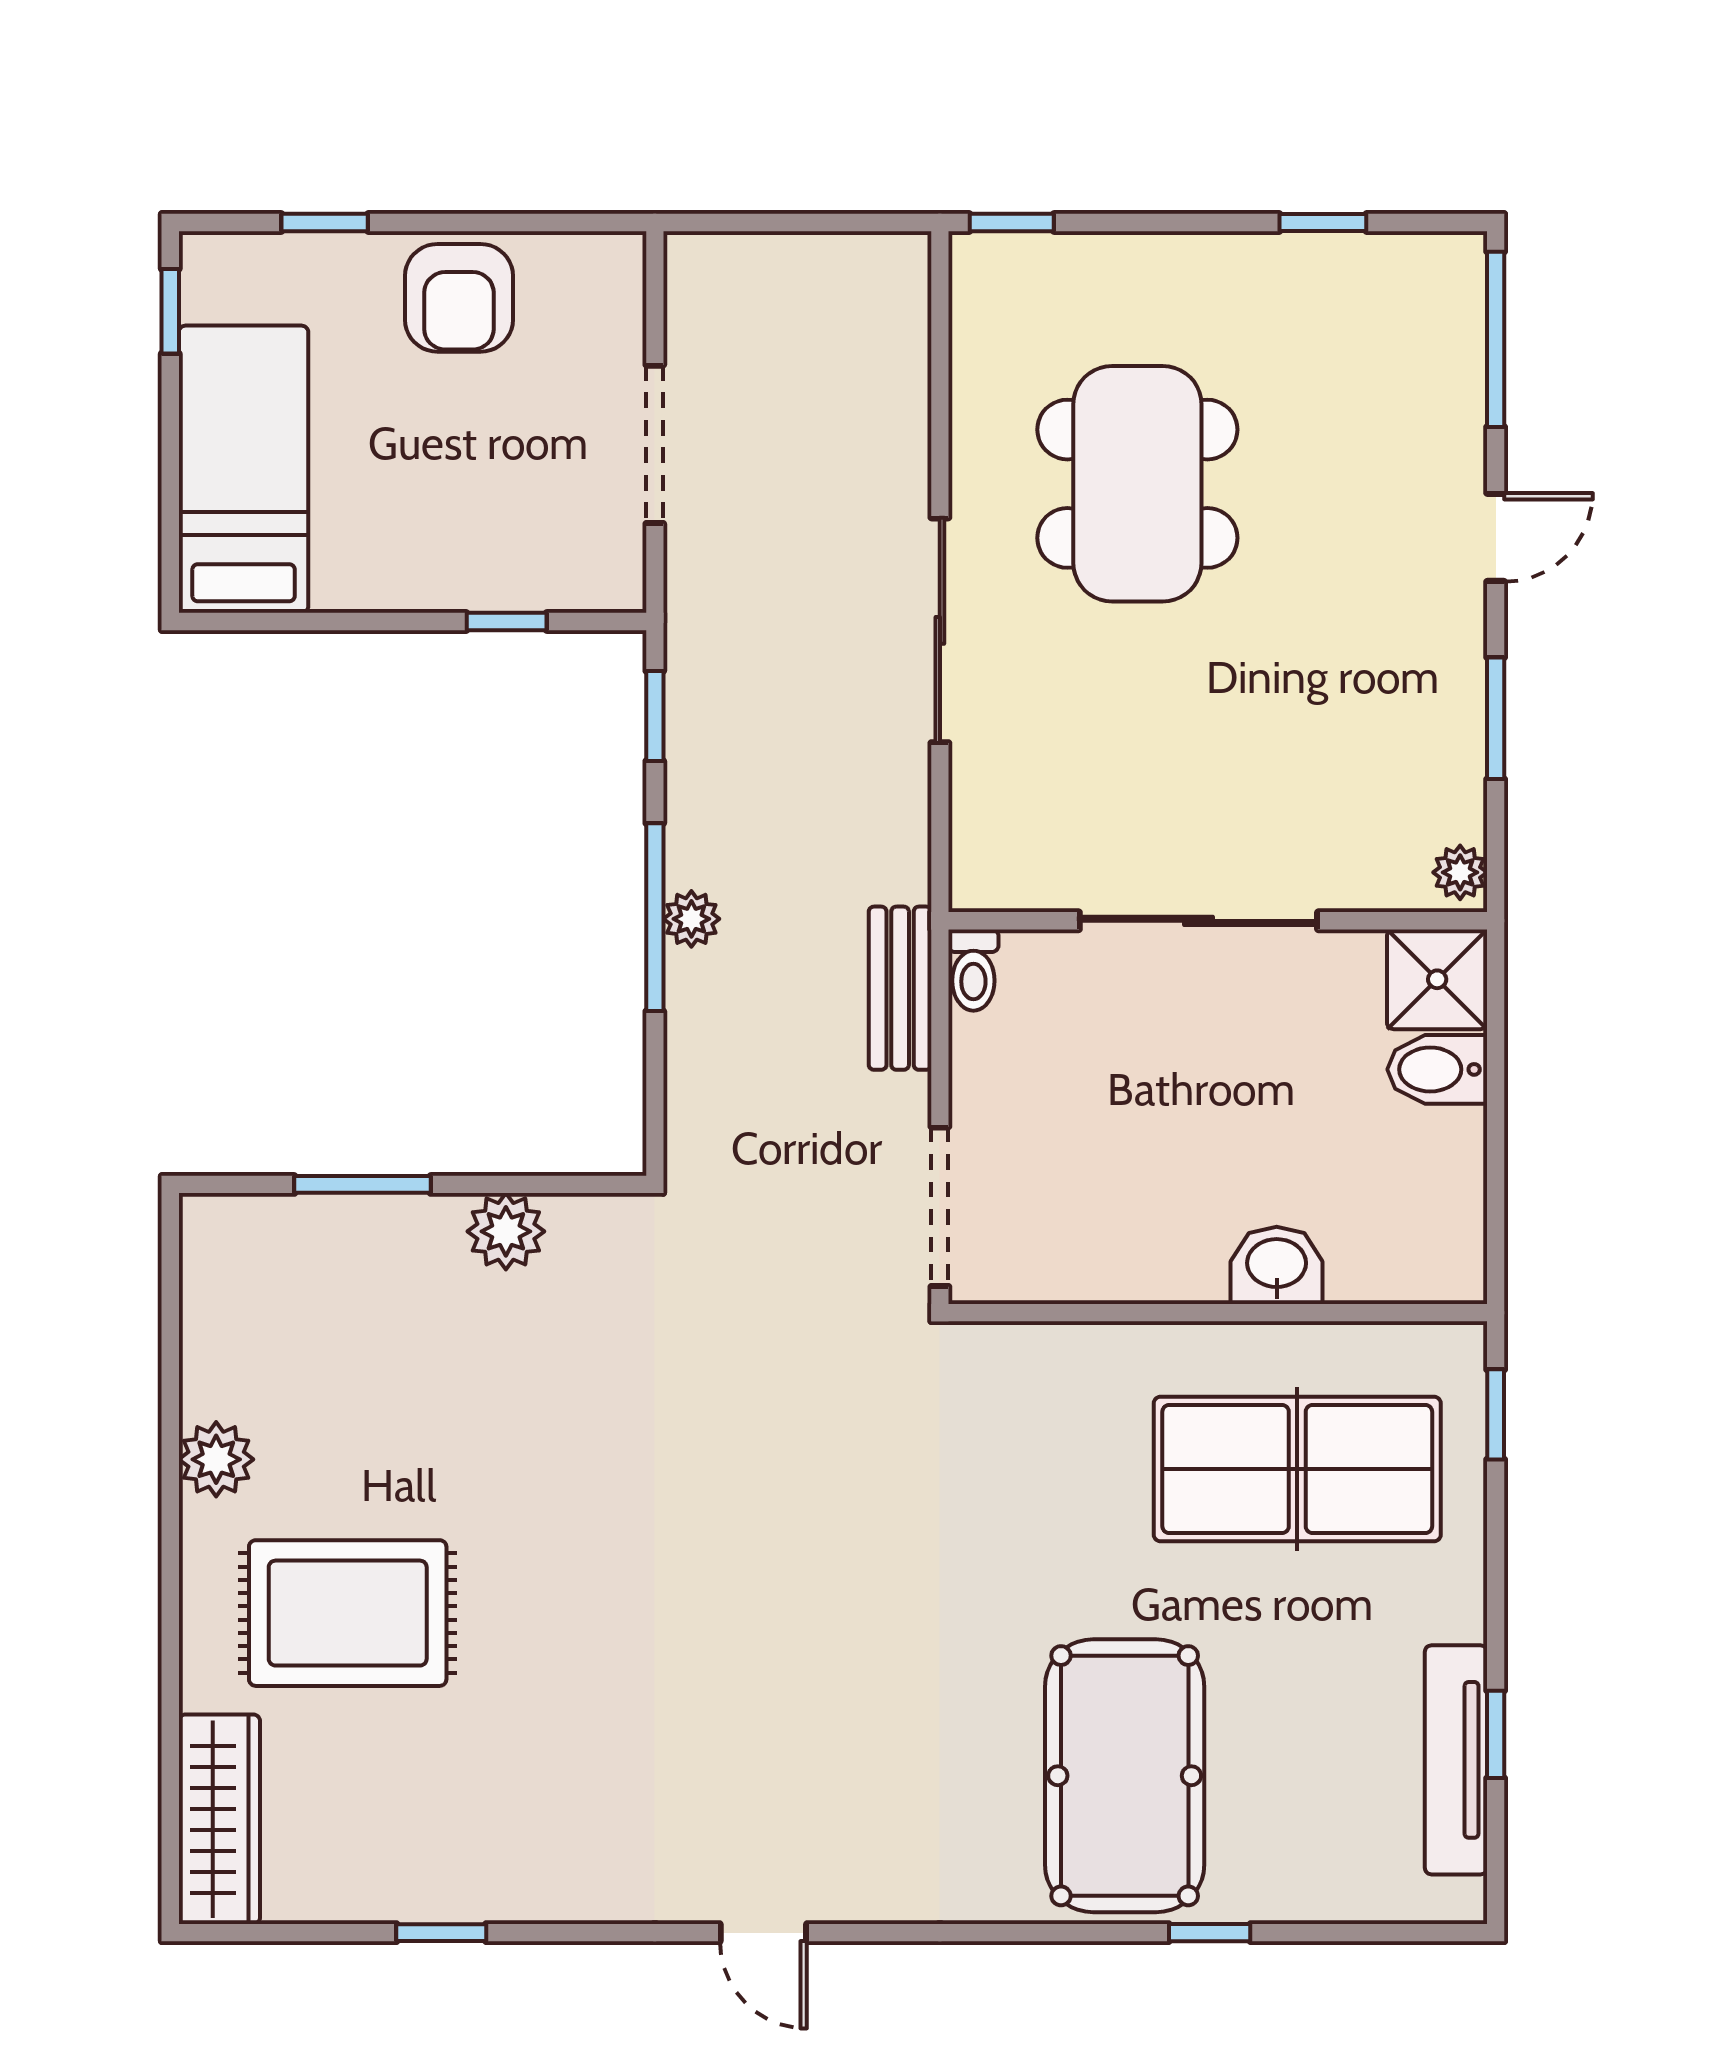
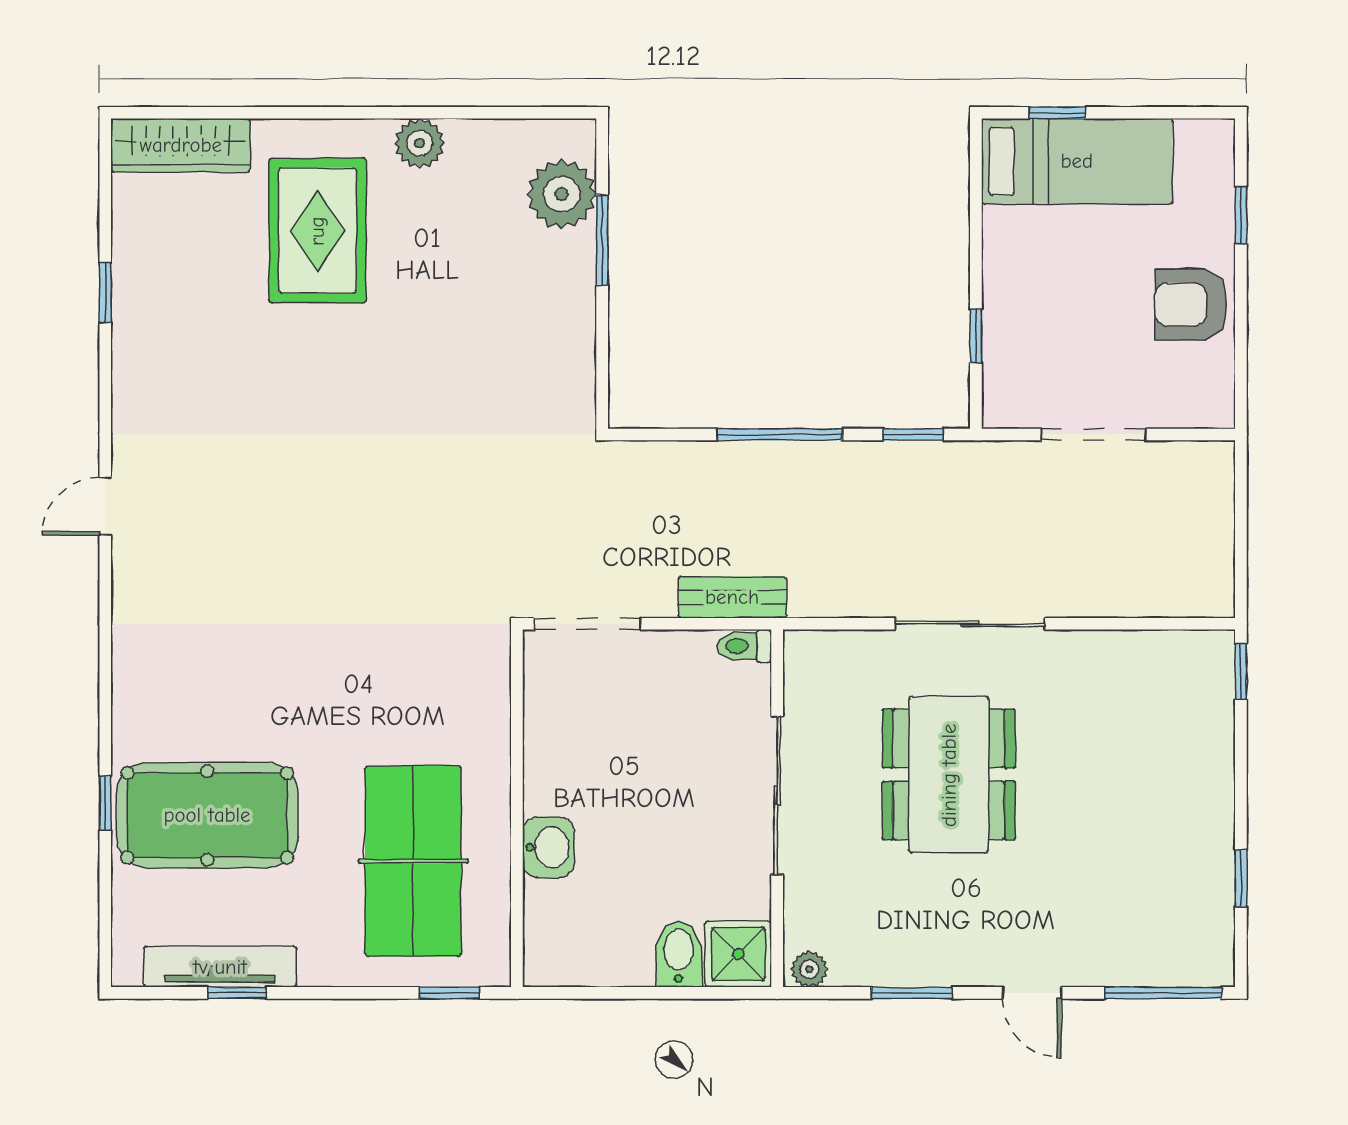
window: (170, 311) -> (1057, 113), moved
dining table: (1137, 484) -> (949, 775), moved, turned 90
plant: (691, 919) -> (778, 459), removed
plant: (506, 1231) -> (562, 194), moved, width x1.36, depth x1.36
pool table: (1125, 1776) -> (207, 815), moved

